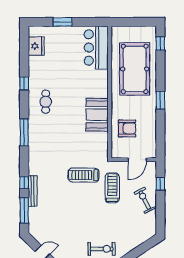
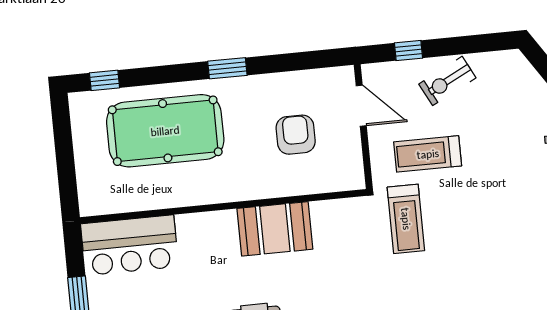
bar counter: (96, 48) -> (130, 245), moved
wall: (110, 92) -> (223, 206), moved
booth: (97, 115) -> (275, 229), moved

